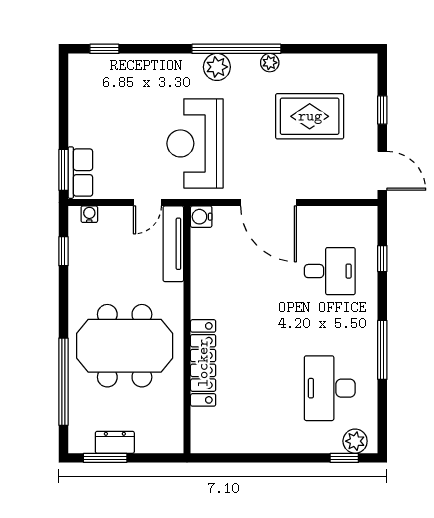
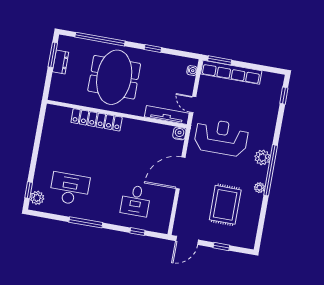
row of seats: (80, 173) -> (231, 72), width x2.02
window: (63, 251) -> (153, 48), moved

